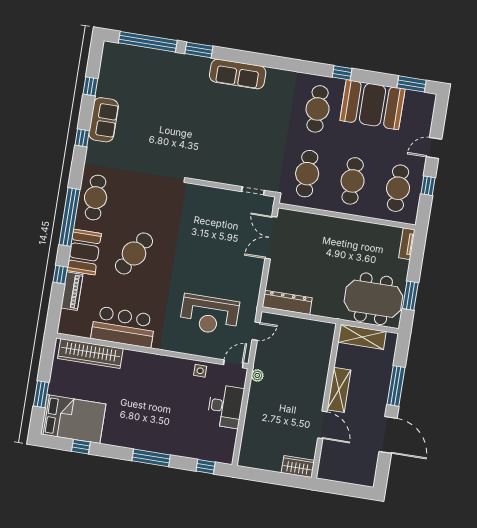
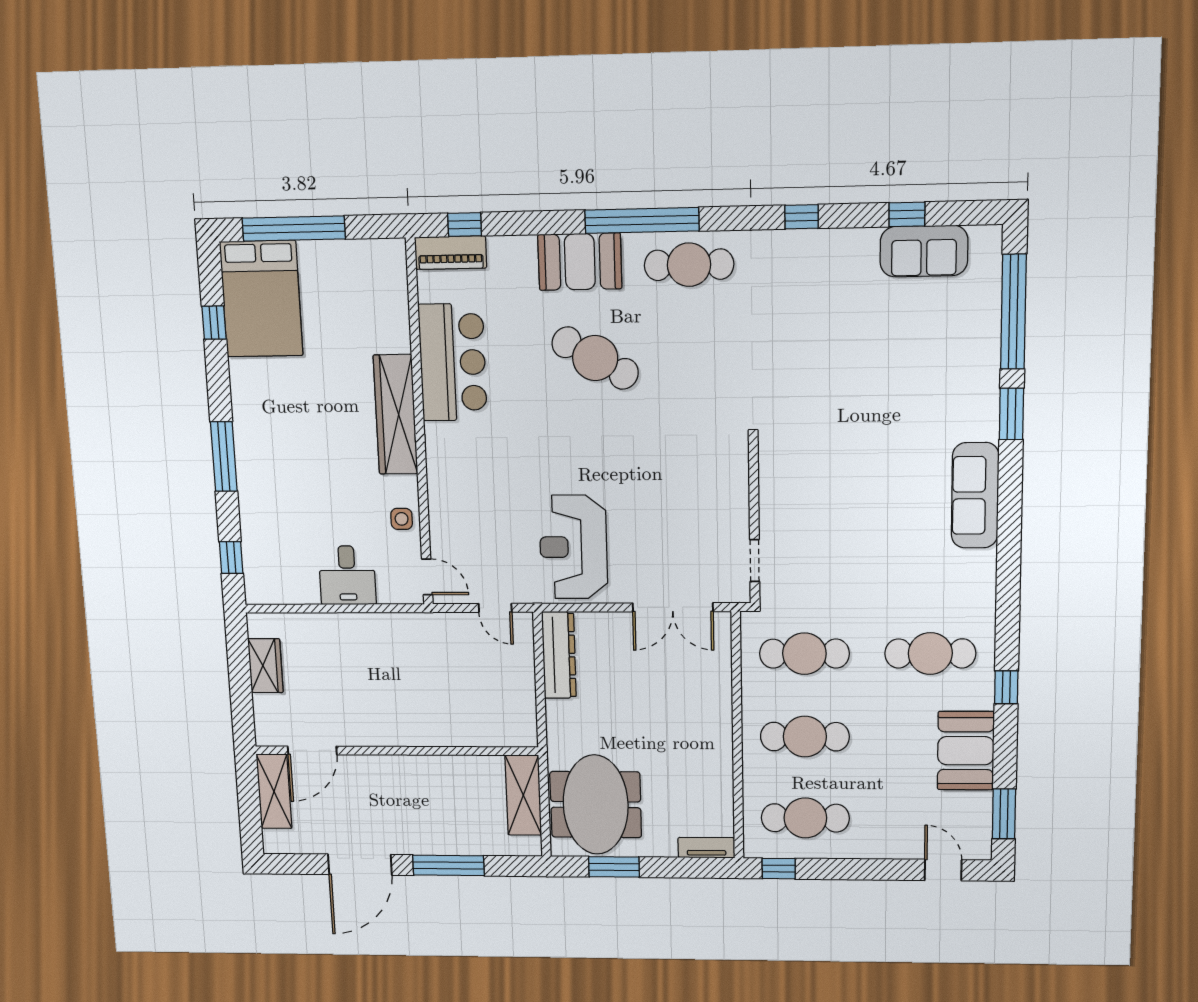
booth: (372, 105) -> (966, 751), width x0.73, depth x0.70
sofa: (104, 120) -> (924, 251), moved
door: (434, 148) -> (943, 870), moved
window: (428, 186) -> (779, 869), moved
double door: (271, 238) -> (673, 607), swing flipped
window: (60, 275) -> (465, 225), moved
piano: (72, 291) -> (451, 253), moved
reception desk: (209, 315) -> (573, 547), moved
wardrobe: (90, 353) -> (396, 415), moved
plant: (257, 375) -> (415, 623), removed
shelving: (339, 390) -> (274, 791), moved, turned 90
window: (41, 394) -> (294, 228), width x2.11
desk: (225, 406) -> (347, 575), width x0.73
door: (322, 425) -> (312, 750), moved
wardrobe: (298, 467) -> (266, 666), moved

